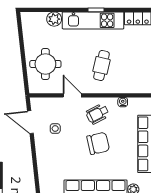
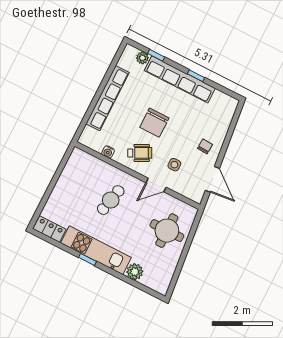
door: (72, 95) -> (156, 185), hinge flipped
side table: (55, 129) -> (174, 165), moved
chair: (98, 143) -> (154, 123), turned -77
chair: (49, 145) -> (205, 146), added

